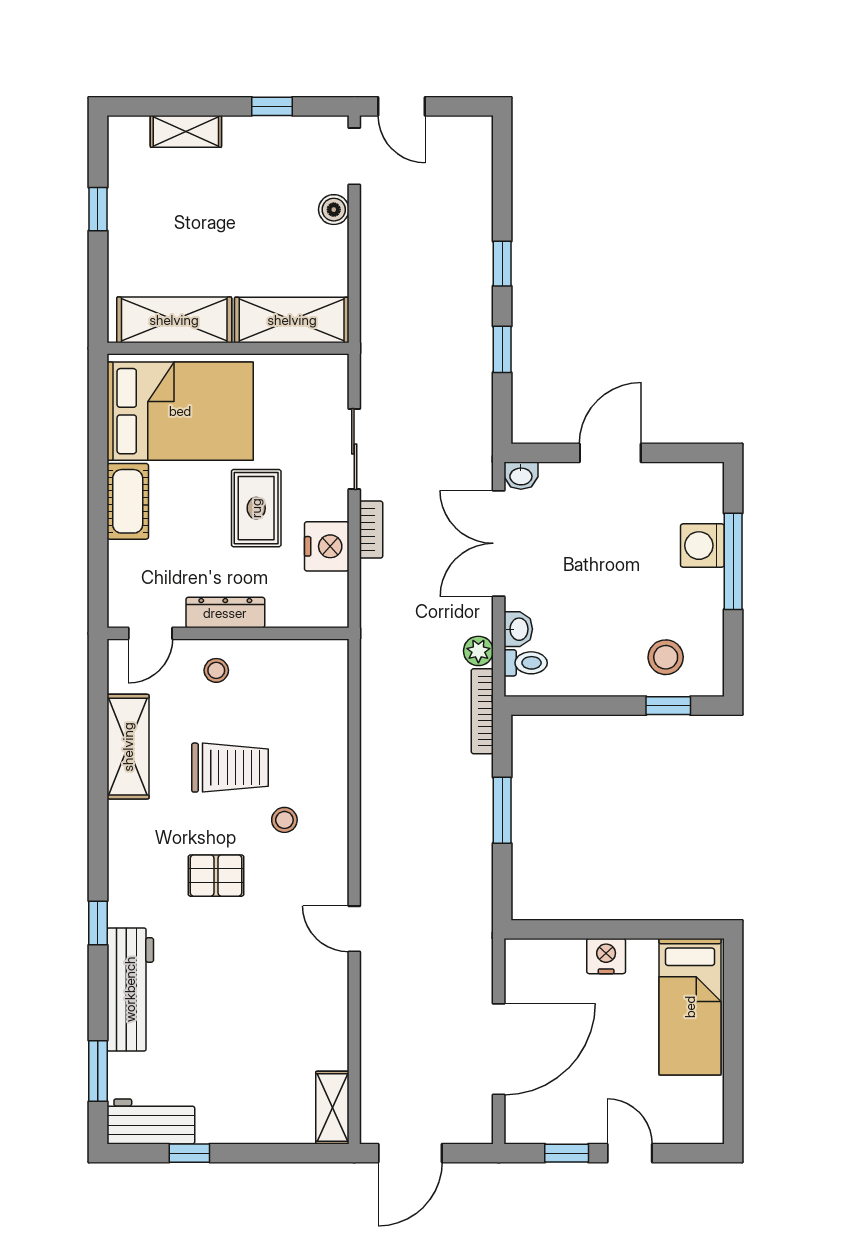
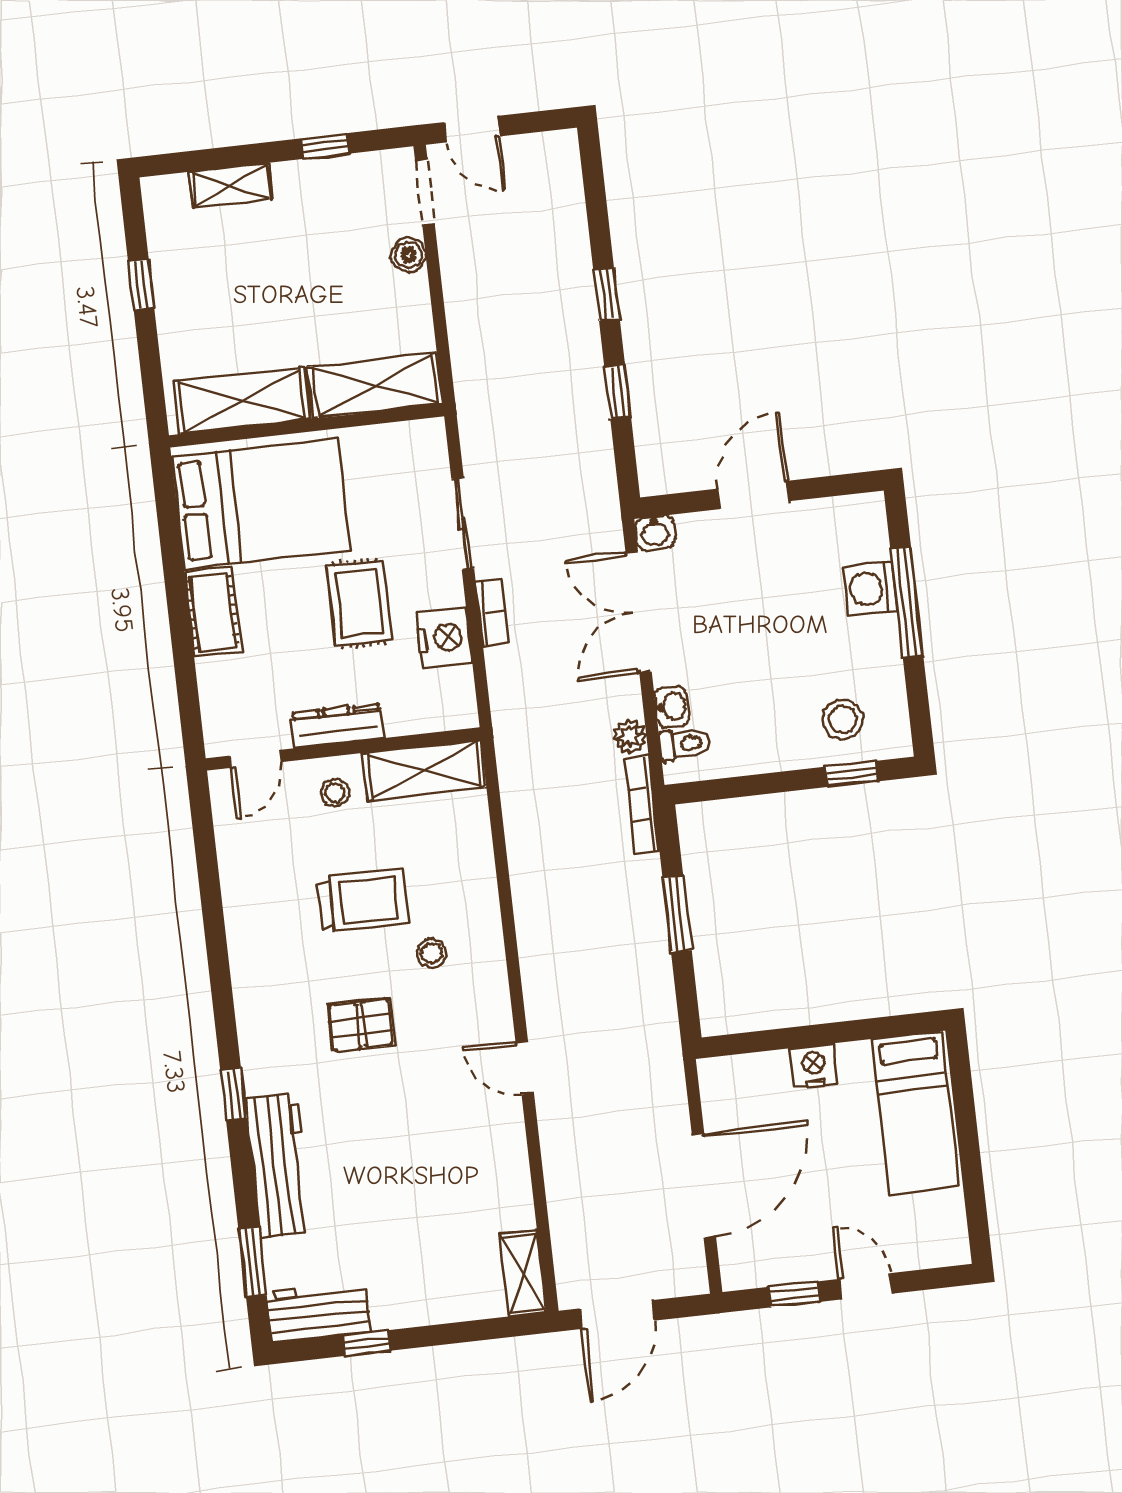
shelving: (128, 747) -> (424, 770), moved, turned 90

